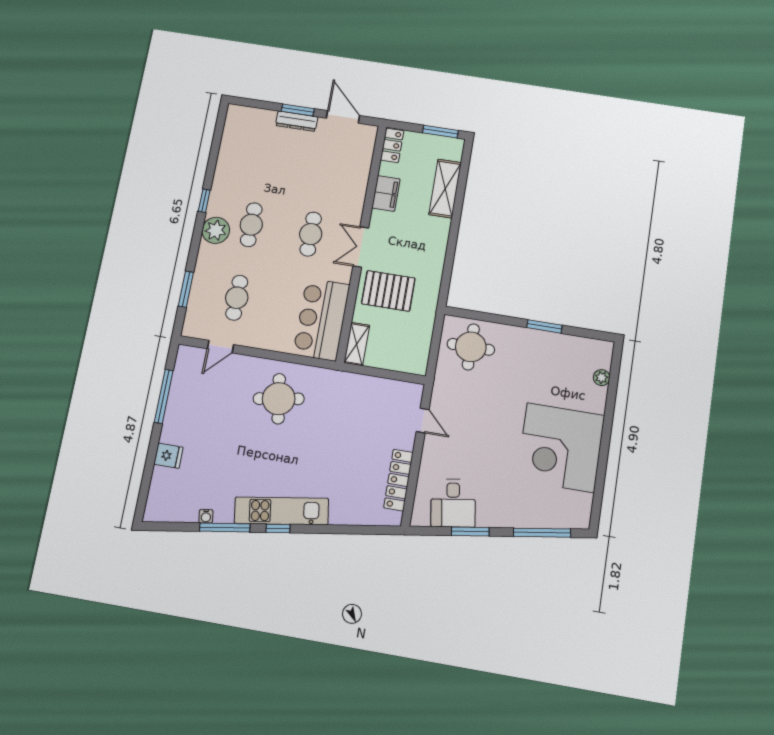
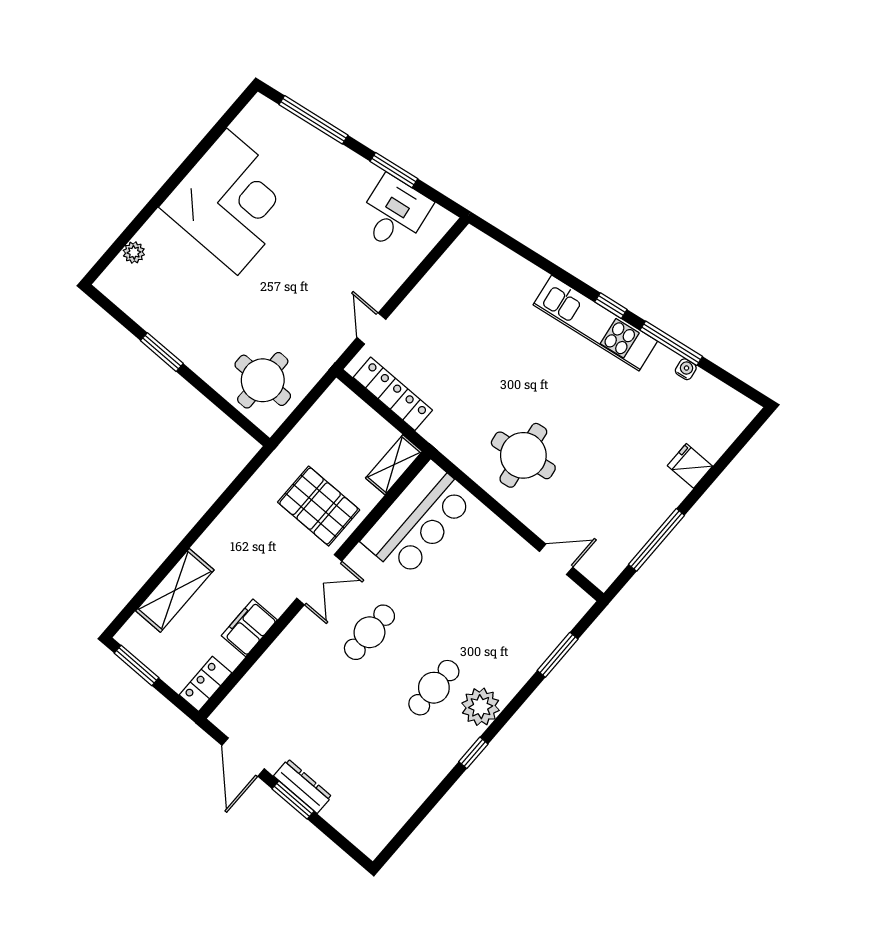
cafe table: (237, 298) -> (503, 607), removed
locker: (398, 480) -> (393, 394), moved, turned -90

